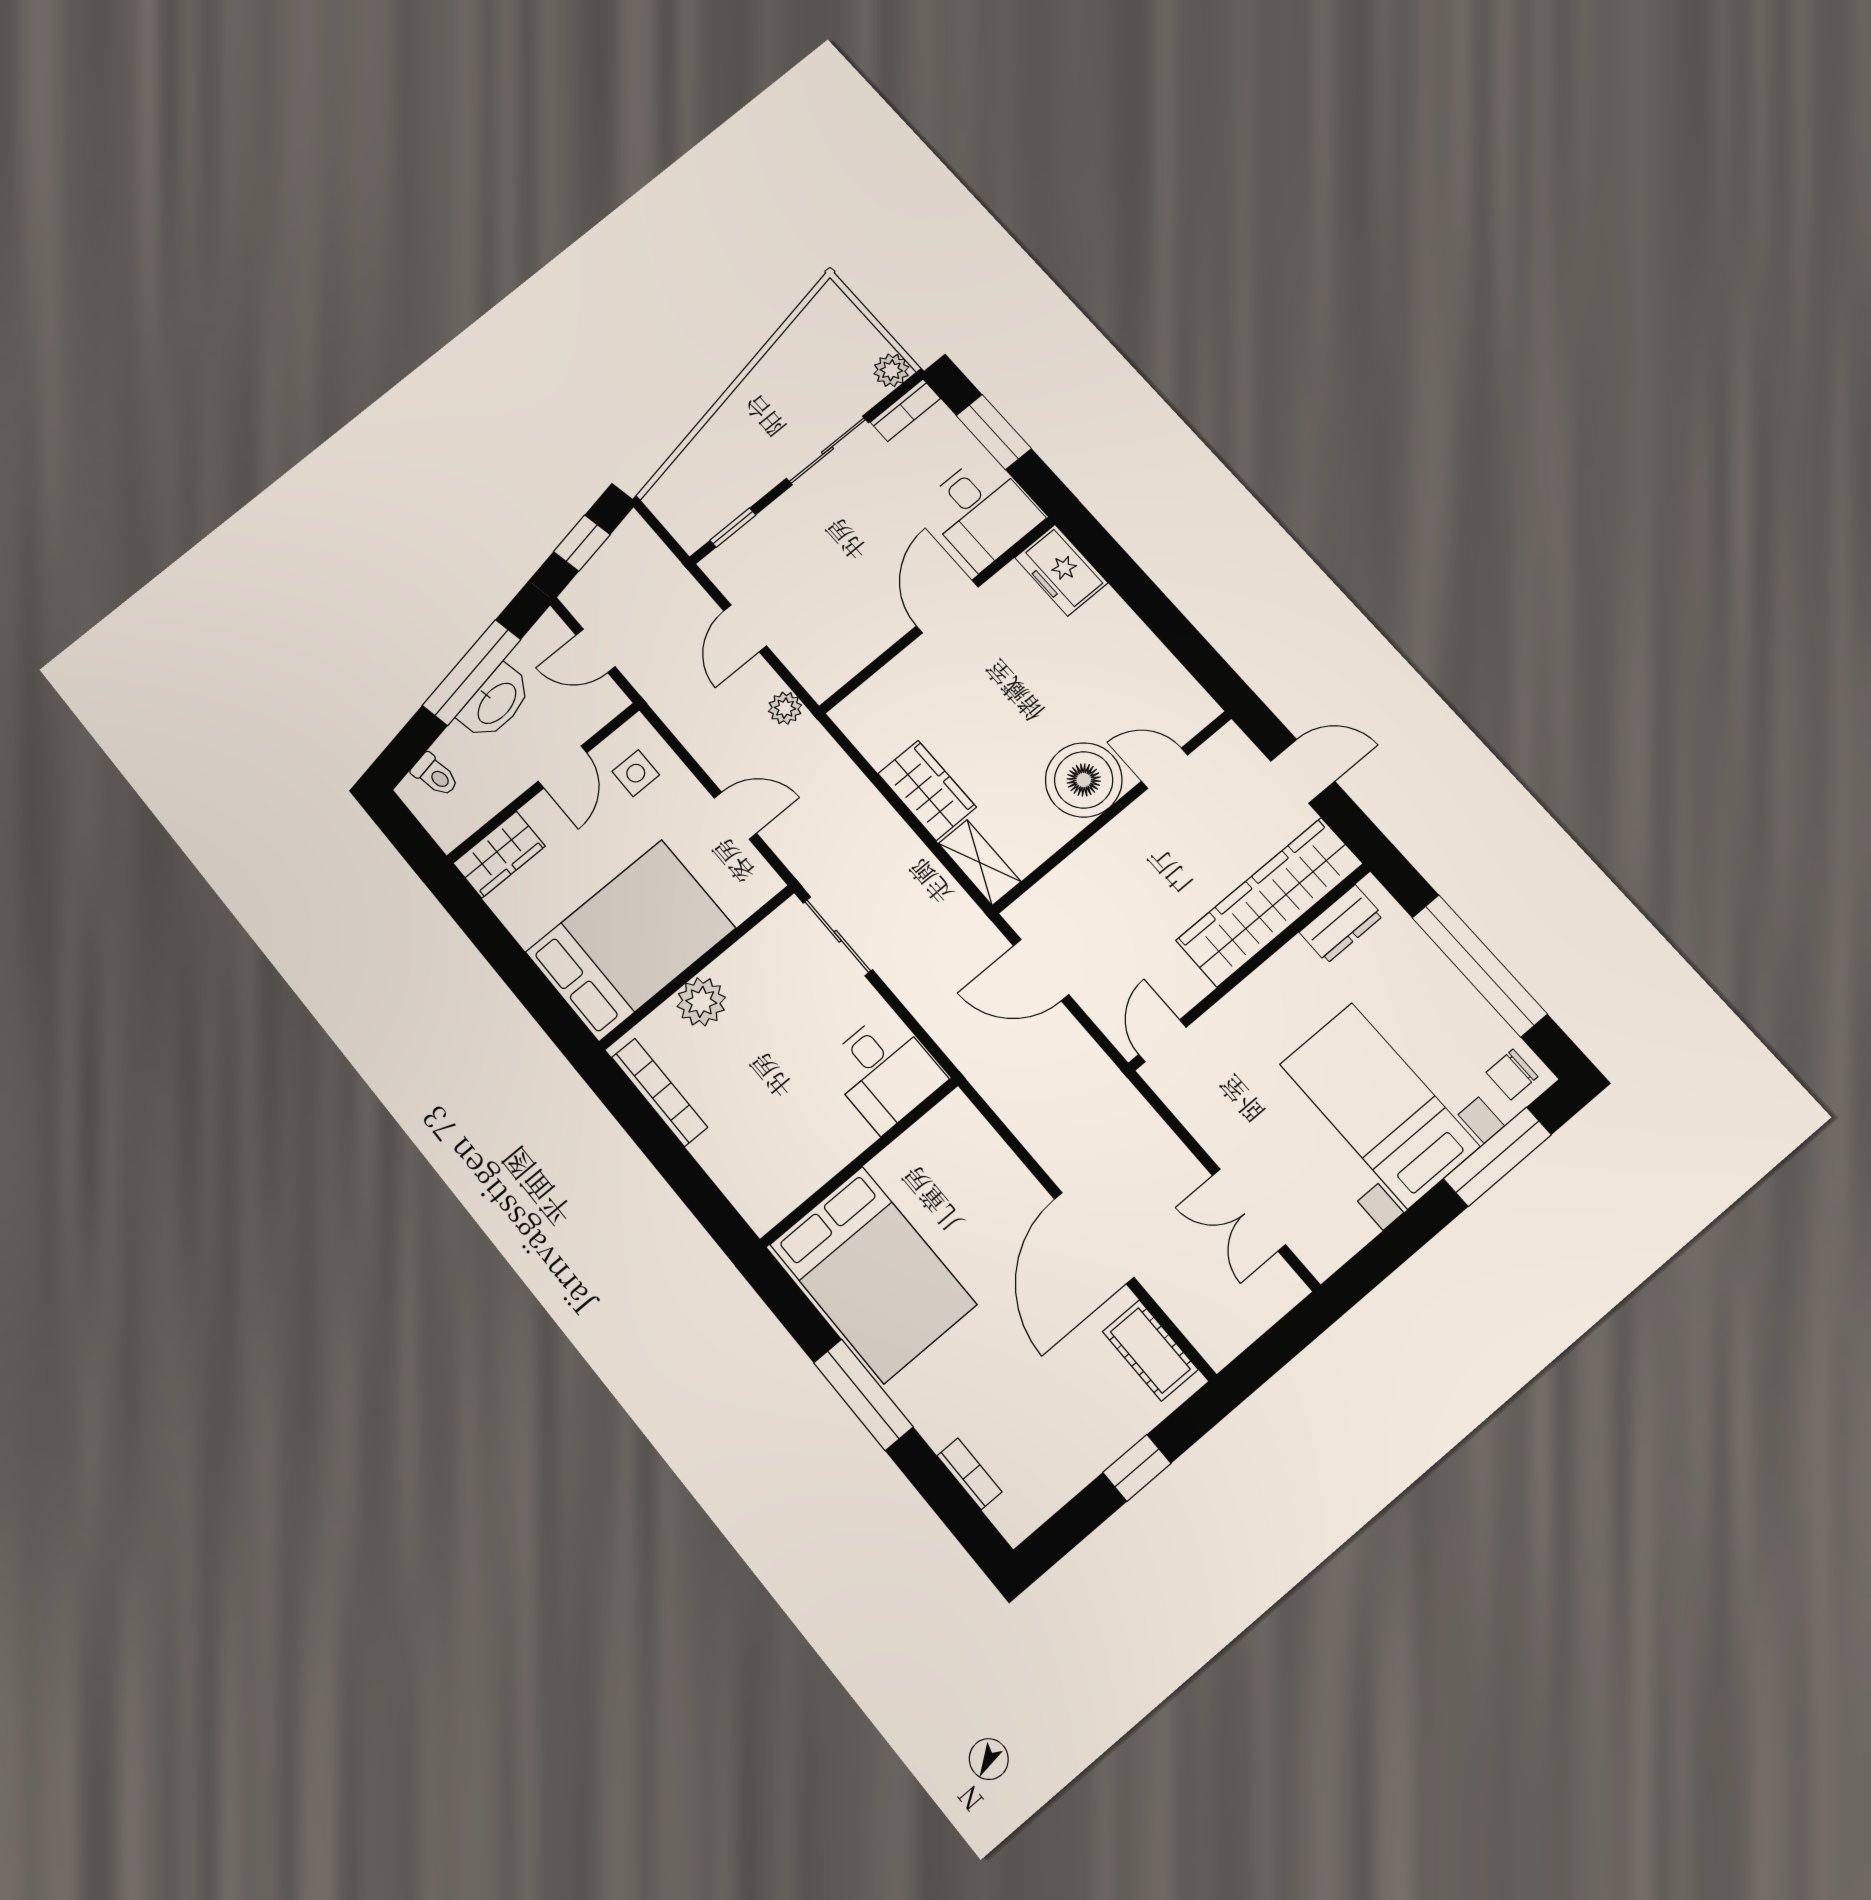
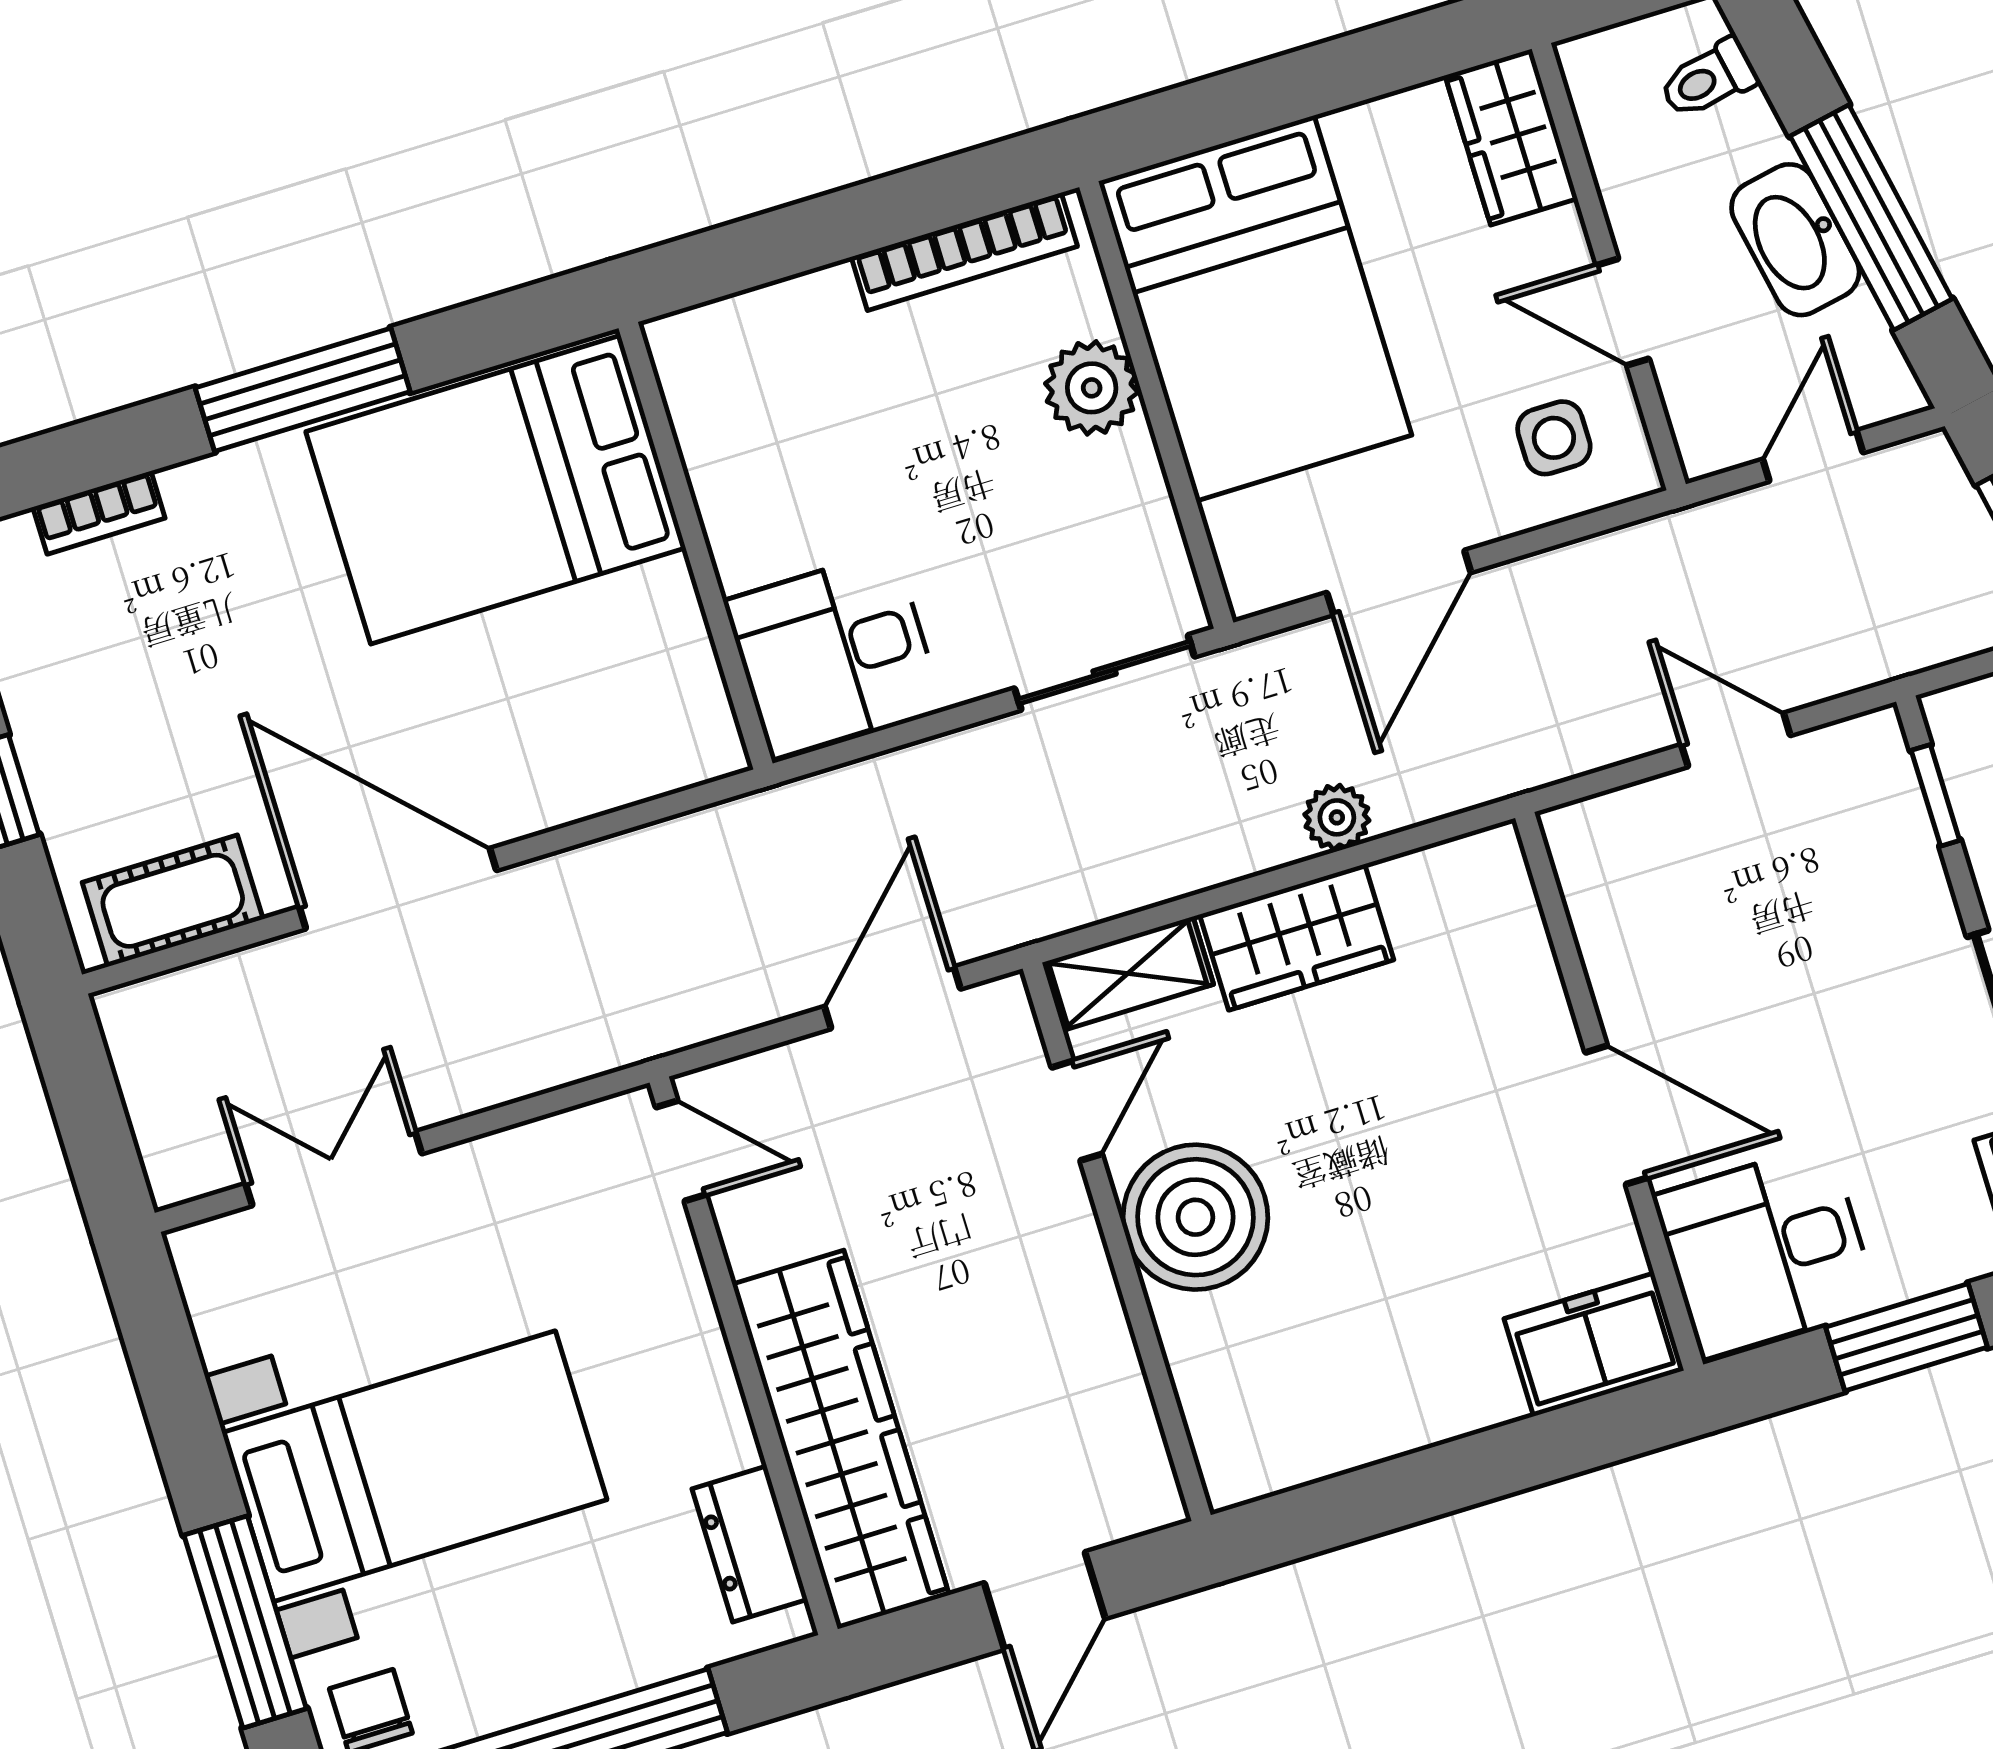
plant: (785, 708) -> (1337, 817), moved
door: (1165, 768) -> (1077, 1111), moved
door: (735, 816) -> (1399, 582), width x1.38

